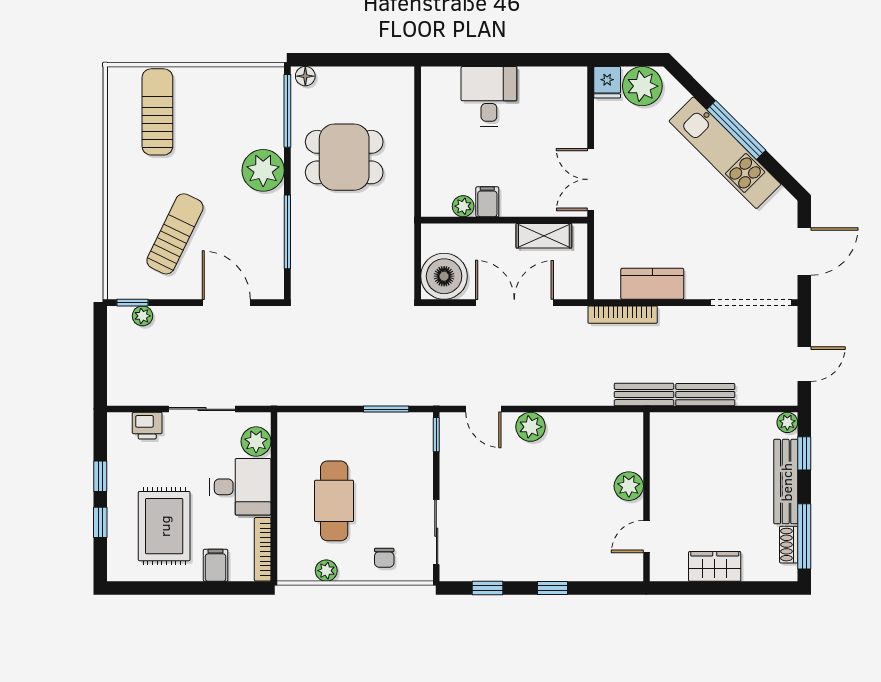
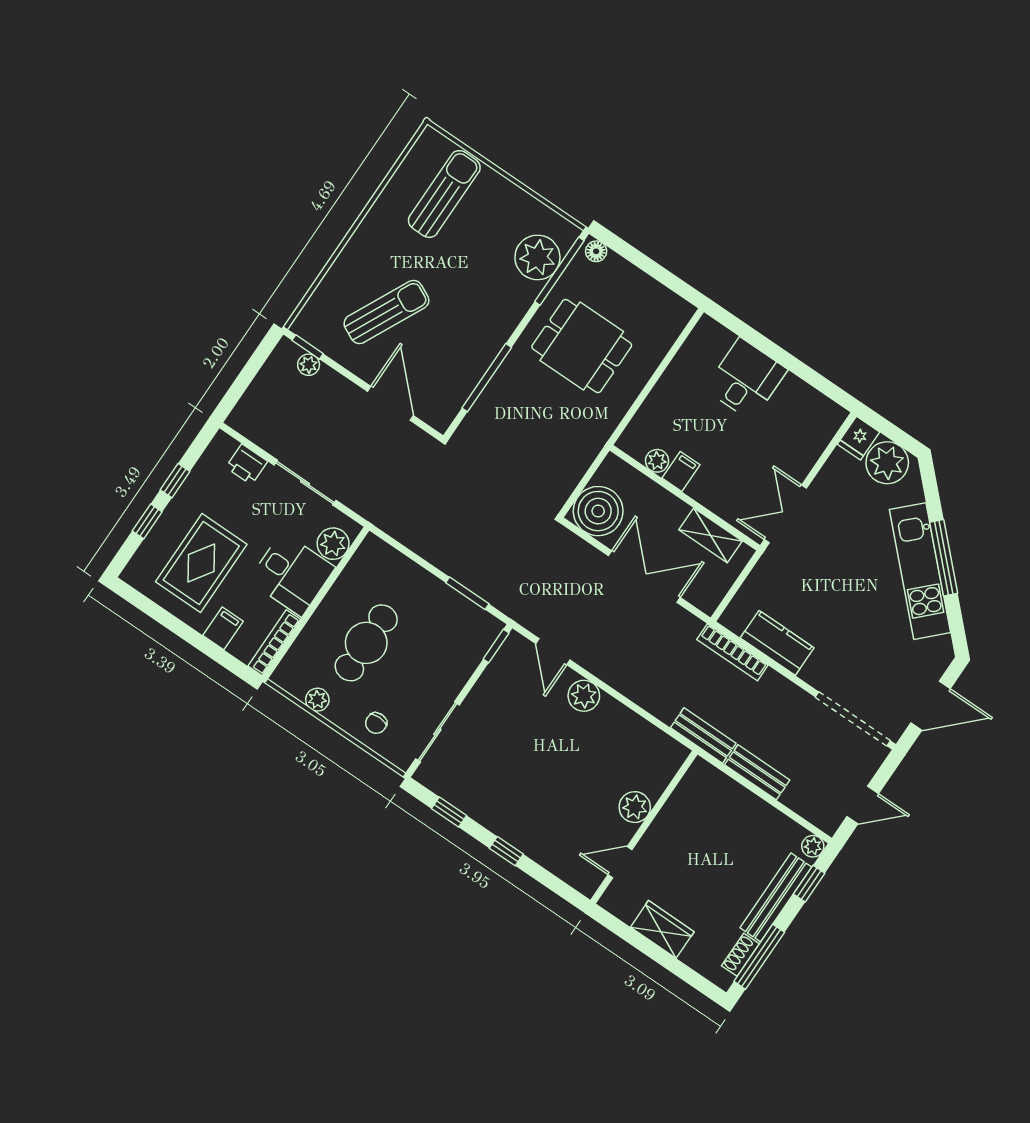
plant: (263, 170) -> (537, 257), moved

